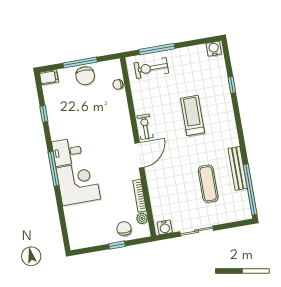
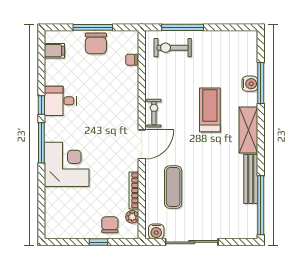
water cooler: (214, 49) -> (250, 84), moved, turned 90
filing cabinet: (49, 77) -> (54, 51), moved
window: (232, 85) -> (261, 83), width x2.17
window: (44, 114) -> (41, 105), moved
shelving: (228, 127) -> (248, 130), added
desk: (67, 152) -> (60, 101), moved
exercise mat: (208, 184) -> (173, 187), moved
sliding door: (197, 231) -> (192, 242), width x1.37

